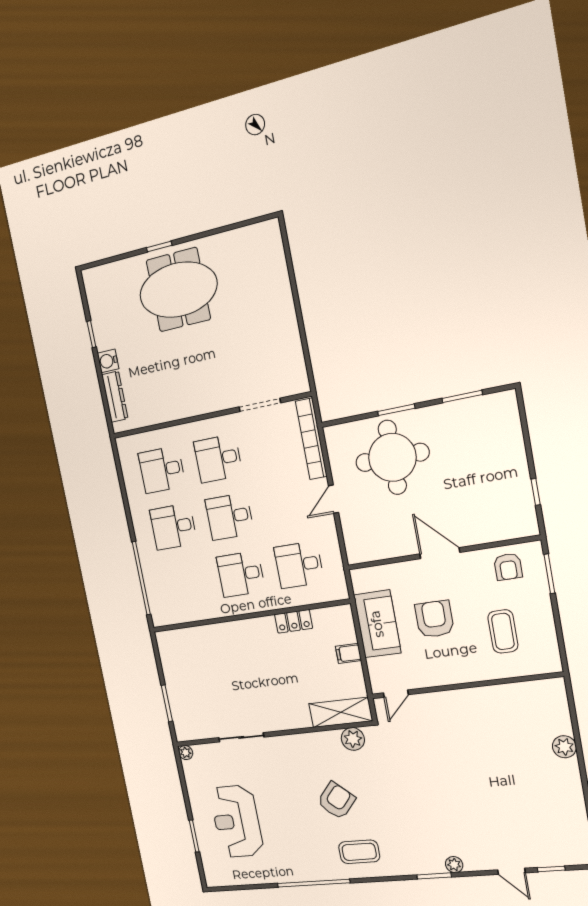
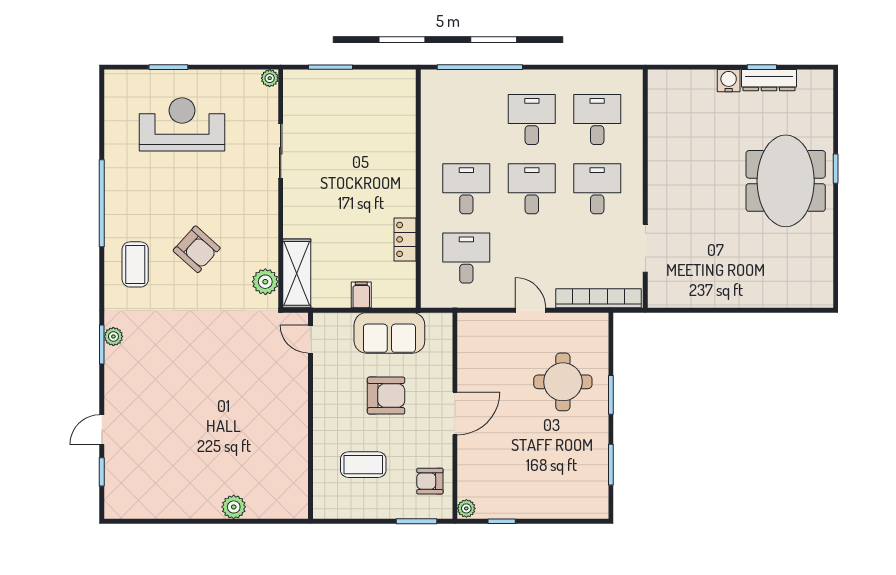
dresser: (115, 397) -> (769, 80), moved
round table: (392, 457) -> (563, 382), width x0.73, depth x0.73
plant: (529, 528) -> (466, 508), added
plant: (454, 865) -> (113, 336), moved

